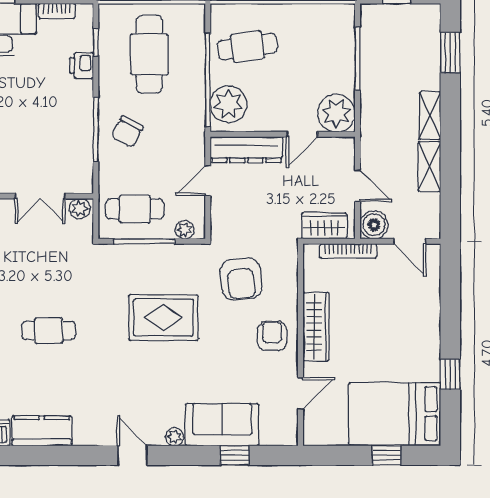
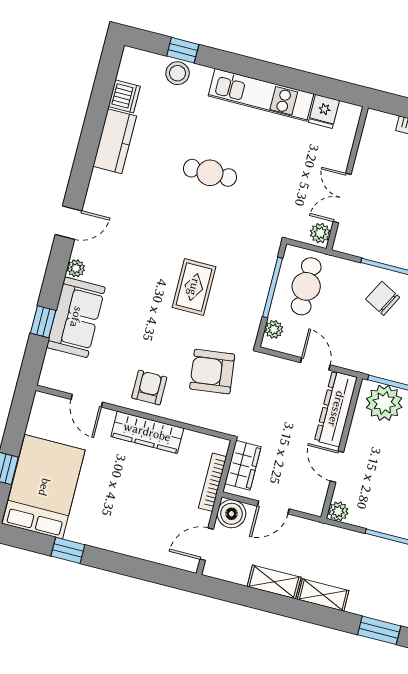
plant: (336, 113) -> (338, 511), width x0.53, depth x0.53
rug: (163, 318) -> (194, 287), width x0.73, depth x0.70
cafe table: (49, 331) -> (210, 173), turned 90
armchair: (272, 336) -> (149, 388), turned -90

